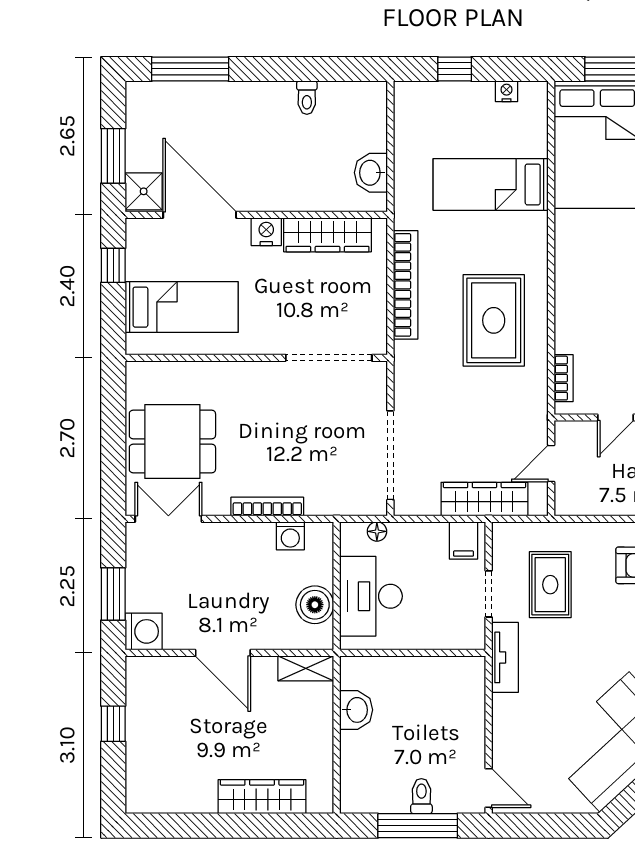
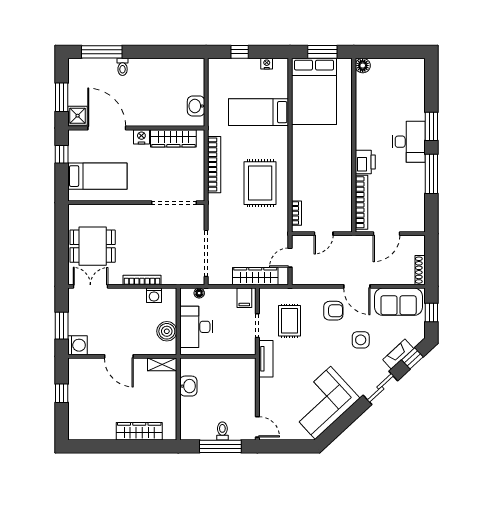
toilet: (307, 98) -> (123, 67), moved

